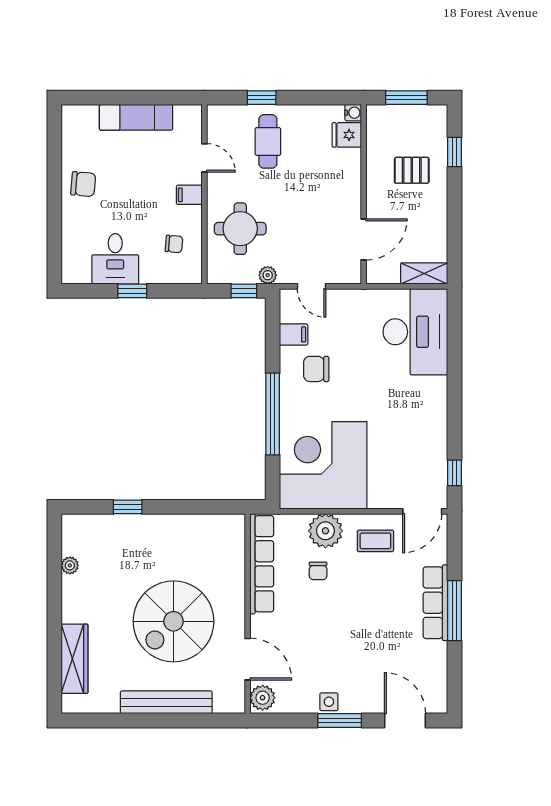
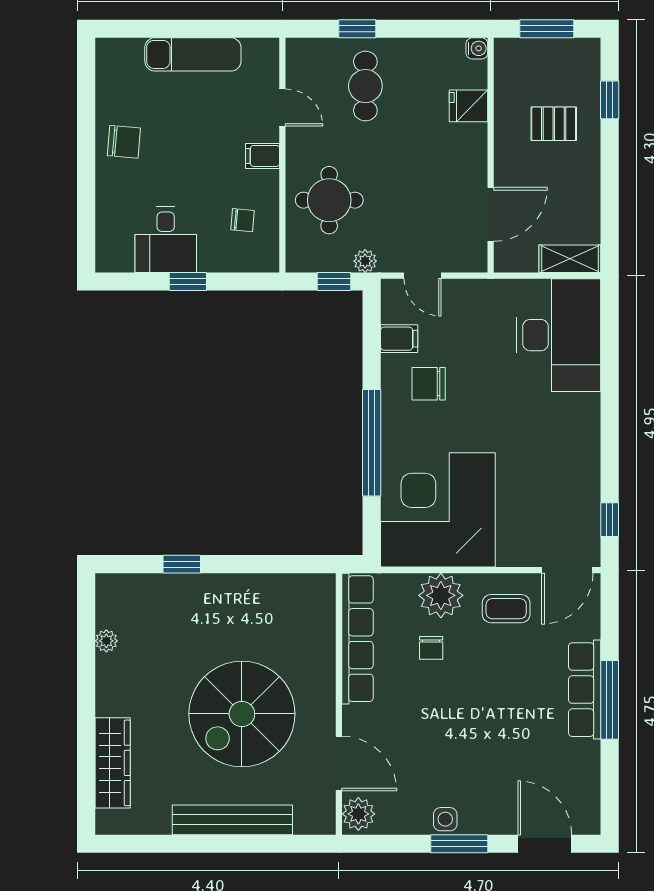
fridge: (347, 135) -> (469, 106), moved

